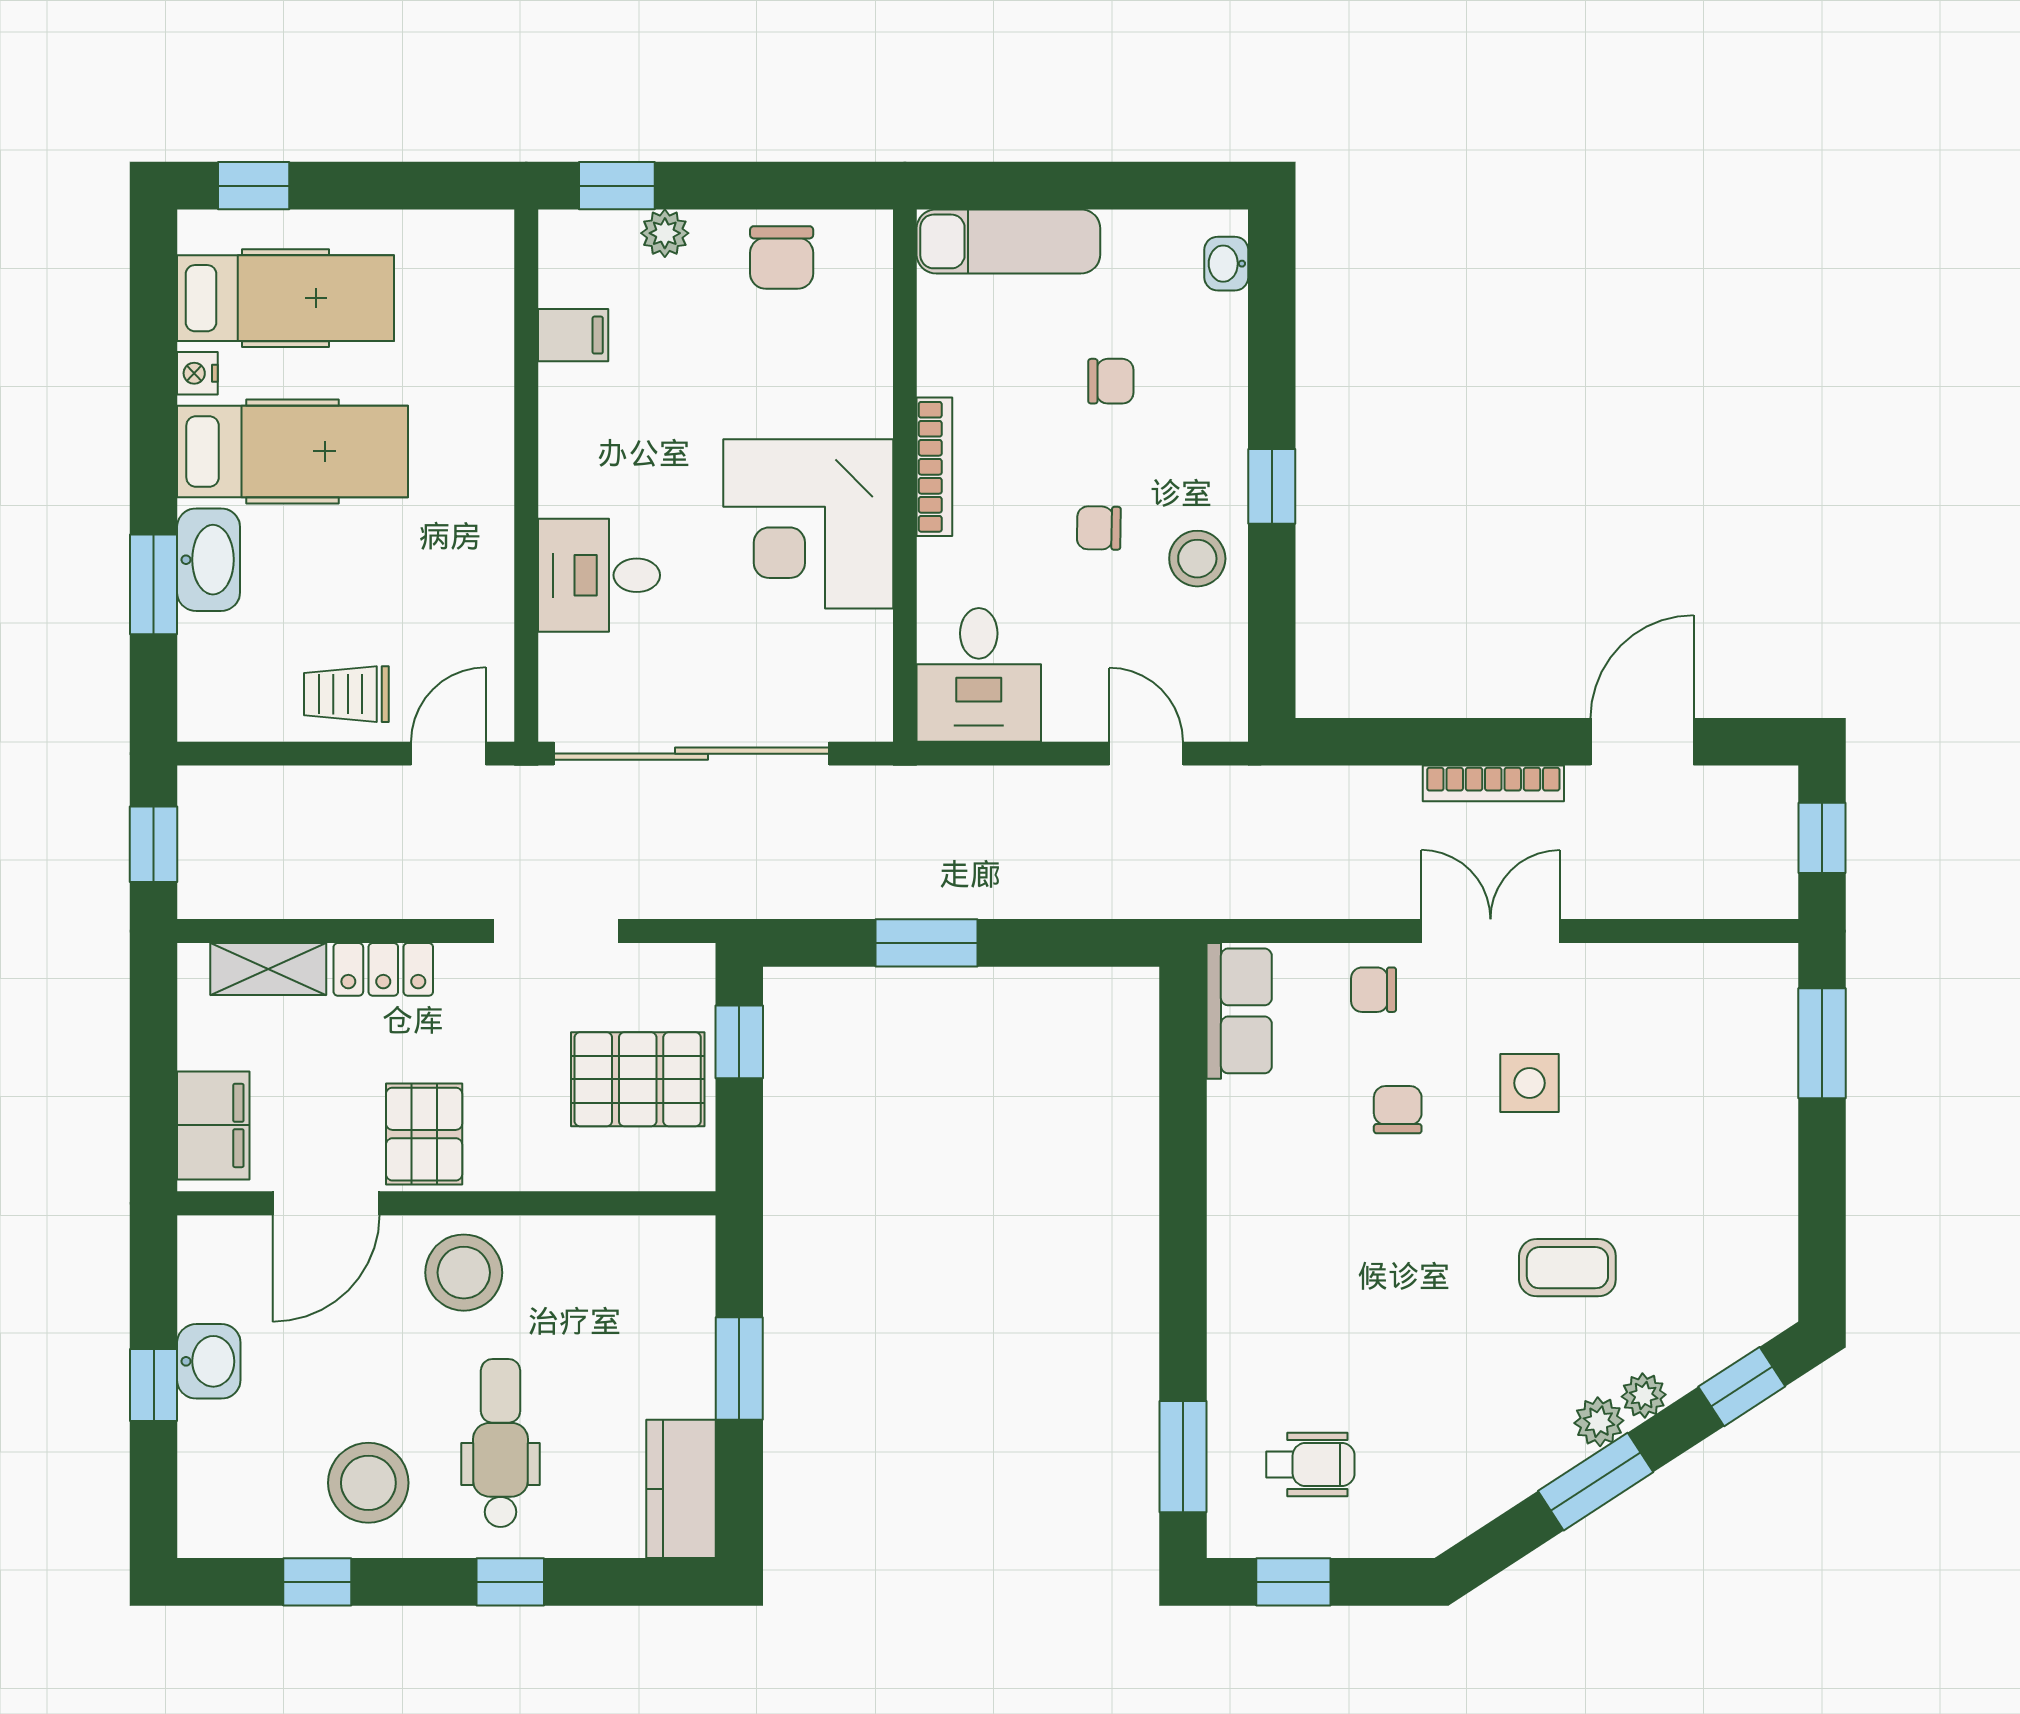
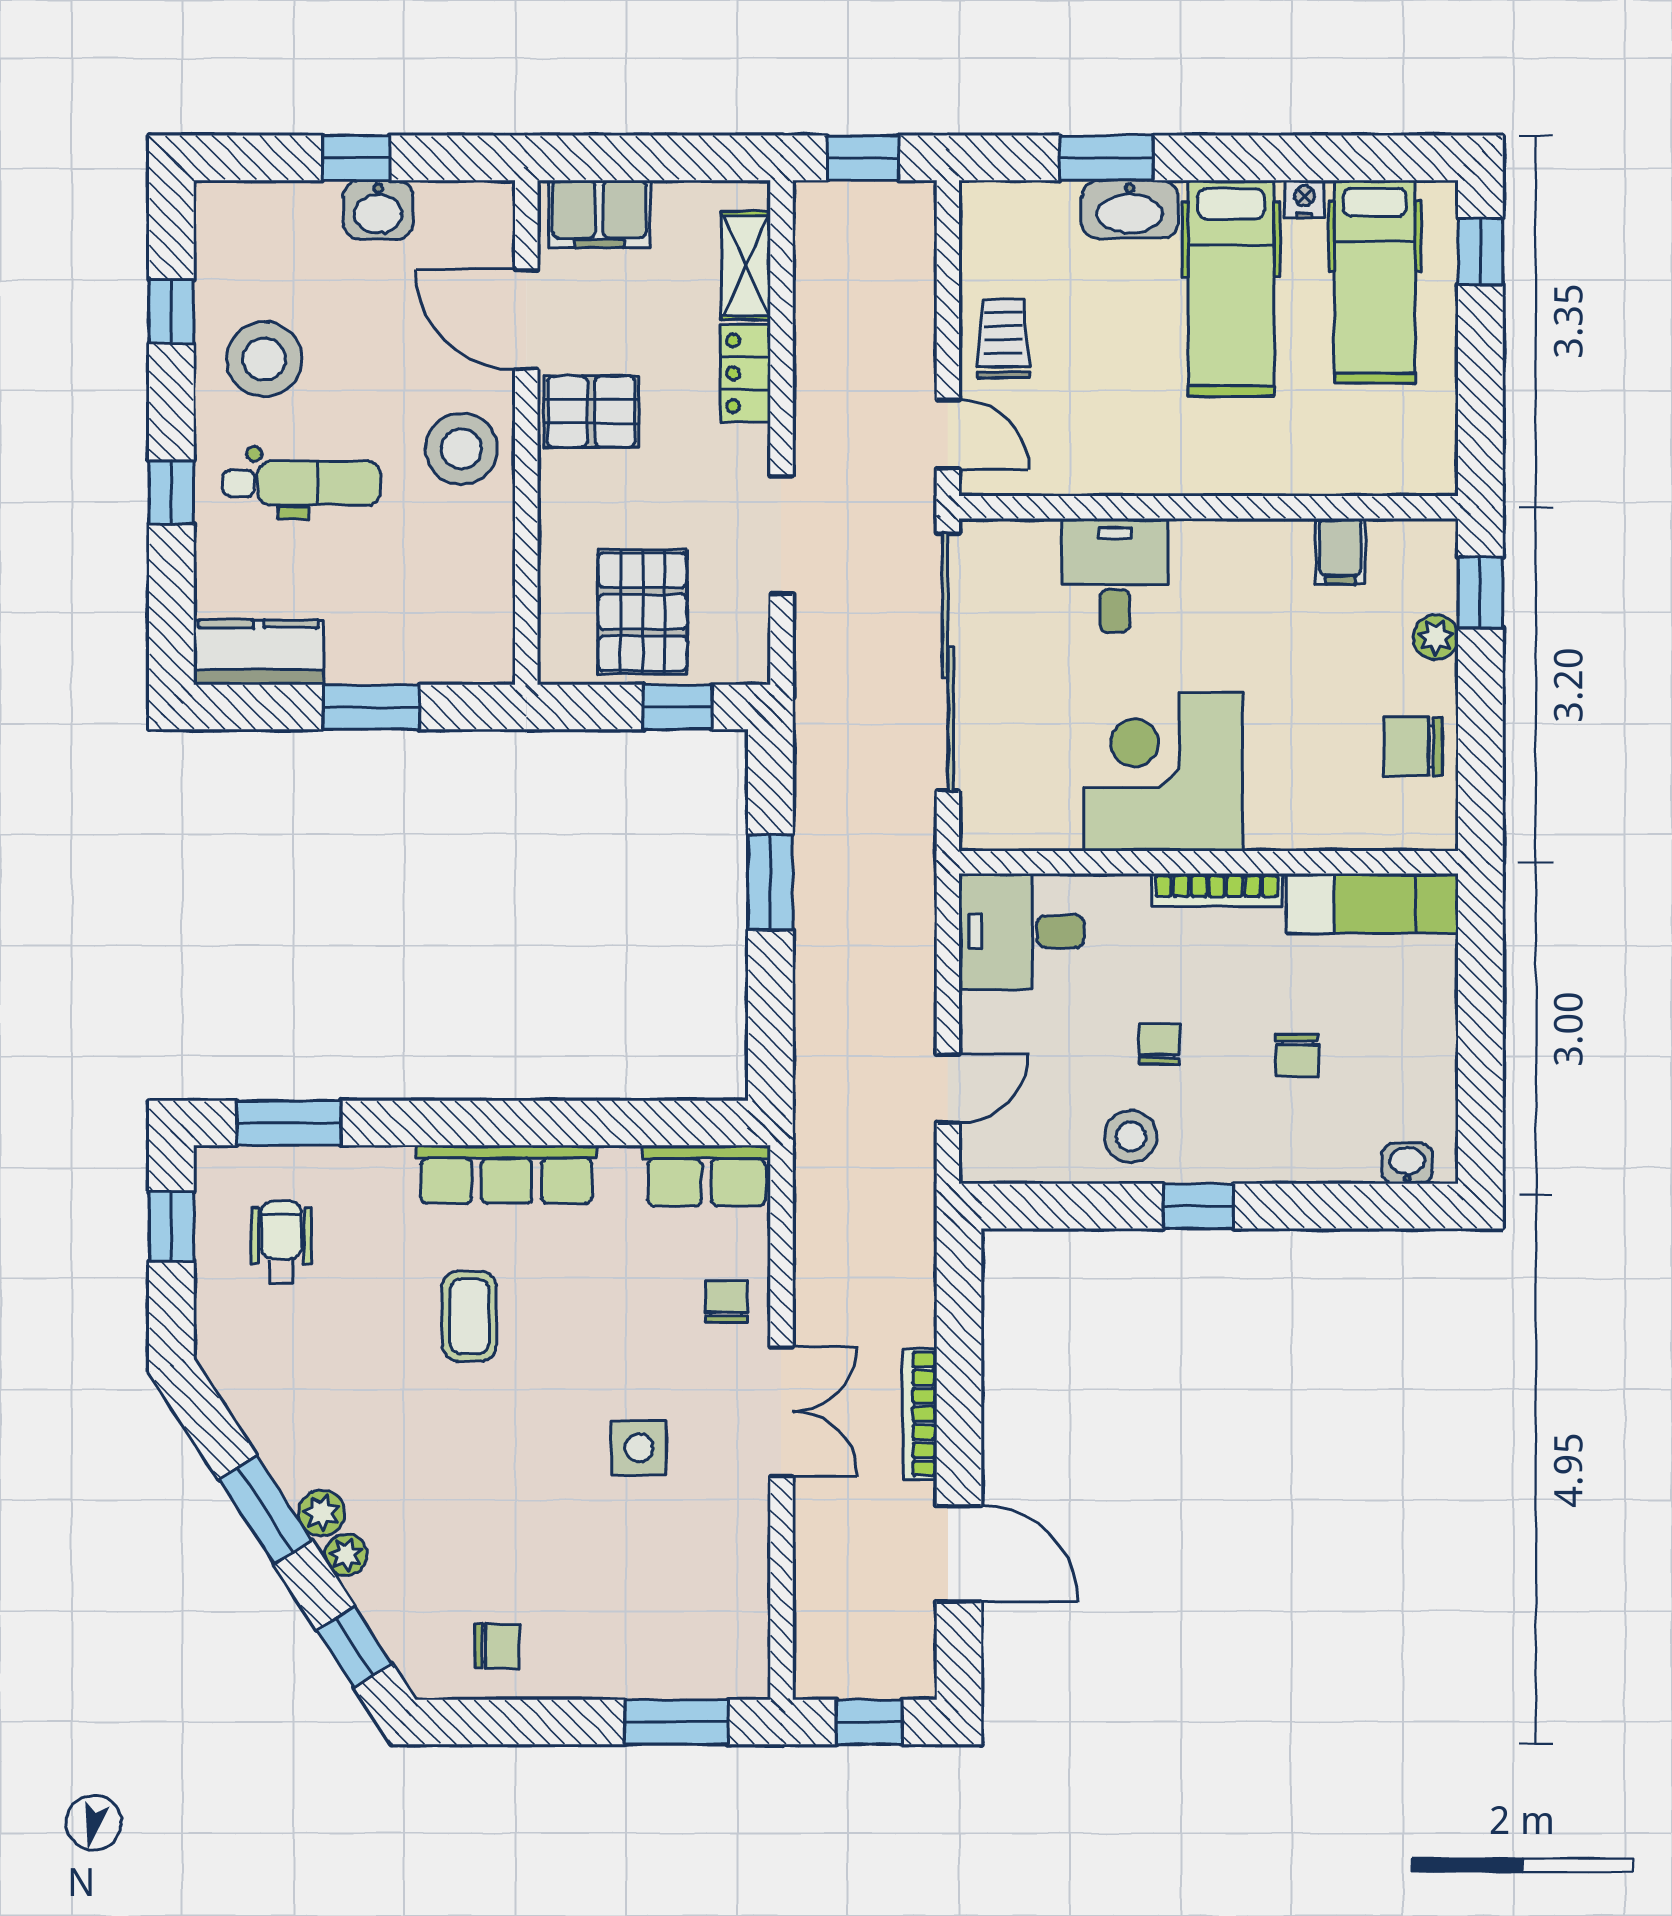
exam couch: (1008, 241) -> (1372, 904), moved, turned -90
chair: (1398, 1110) -> (497, 1646), moved
row of seats: (1238, 1224) -> (507, 1174), added
coffee table: (1567, 1268) -> (469, 1316), moved
wheelchair: (1310, 1465) -> (281, 1242), turned 180

